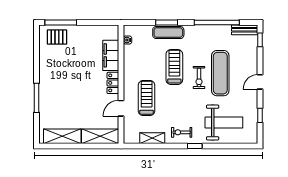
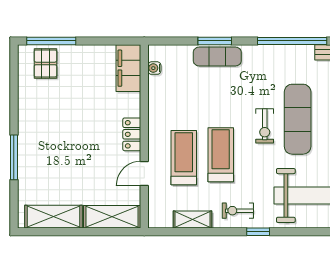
pallet: (57, 37) -> (45, 63), turned 90
filing cabinet: (111, 55) -> (128, 68), moved
treadmill: (174, 67) -> (221, 155), moved

